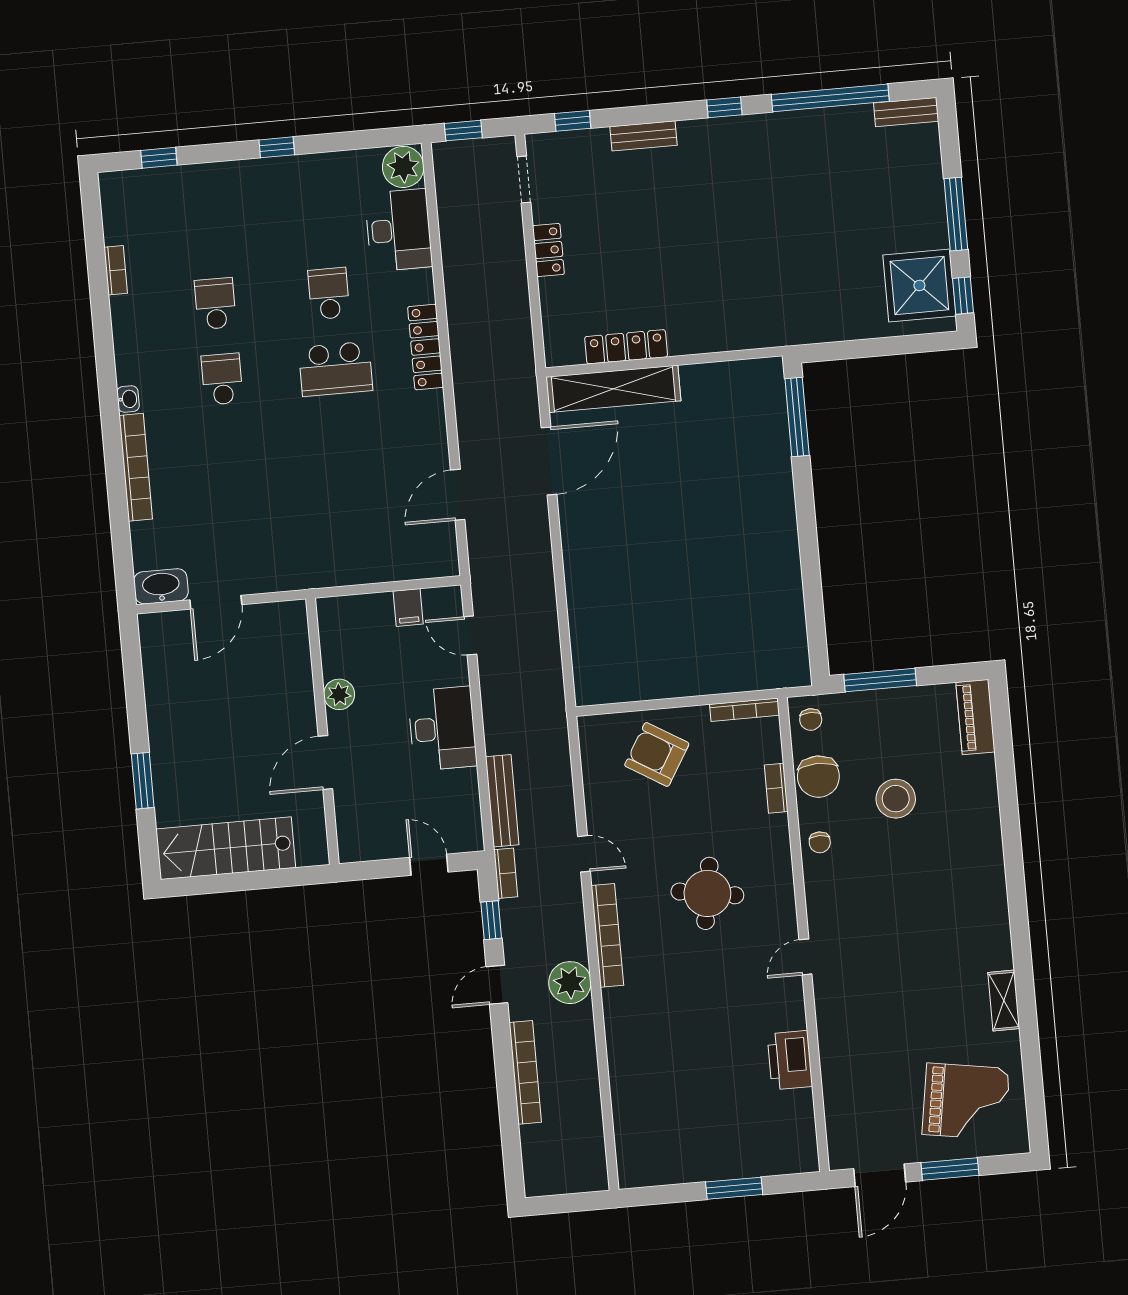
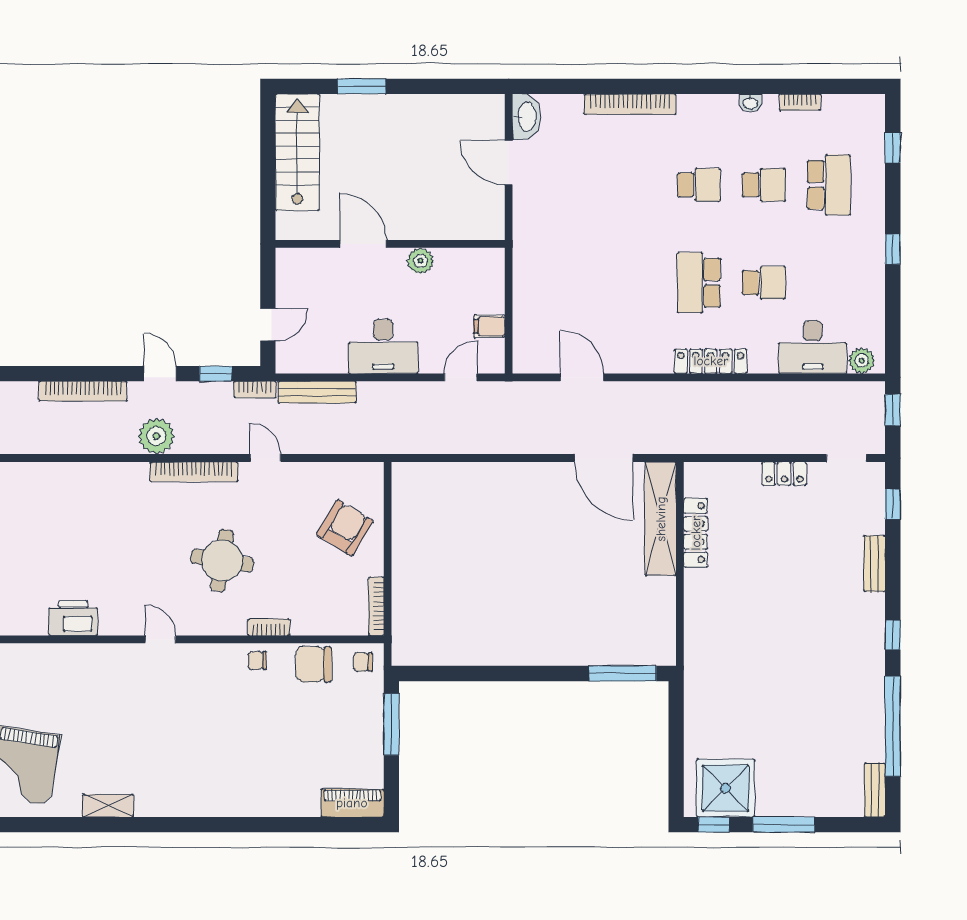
plant: (403, 167) -> (862, 361), width x0.73, depth x0.73
school desk: (209, 228) -> (829, 185), added
washbasin: (128, 399) -> (750, 103), moved
bookcase: (776, 788) -> (269, 627), moved
stool: (896, 799) -> (289, 729), removed
door: (584, 854) -> (265, 458), swing flipped

